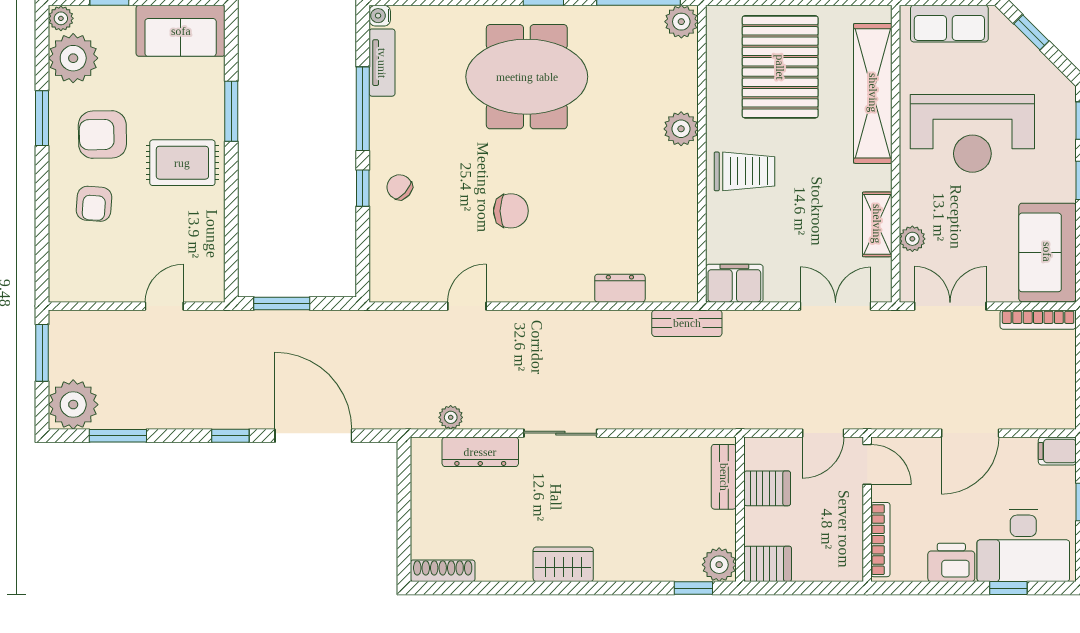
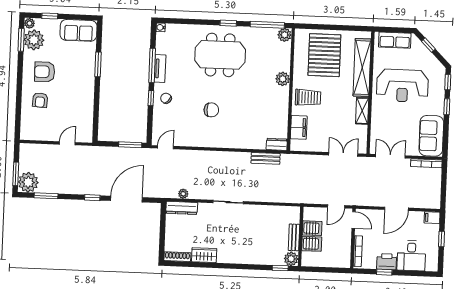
tv unit: (382, 63) -> (160, 68), moved
window: (42, 118) -> (21, 40), moved
rug: (182, 163) -> (77, 85), removed
shelving: (877, 224) -> (362, 111), moved
plant: (912, 239) -> (376, 128), removed
filing cabinet: (734, 283) -> (299, 127), moved, turned 90
dresser: (620, 288) -> (277, 144), moved
window: (282, 304) -> (130, 145), moved
door: (467, 306) -> (166, 147), moved
bench: (687, 323) -> (266, 158), moved
window: (42, 353) -> (16, 174), moved
door: (313, 436) -> (126, 199), hinge flipped
dresser: (480, 452) -> (182, 208), moved
bench: (724, 477) -> (294, 237), moved
desk: (1023, 545) -> (411, 256), width x0.73
wardrobe: (563, 564) -> (204, 255), moved
server rack: (768, 564) -> (312, 244), moved
window: (1008, 588) -> (384, 272), moved

